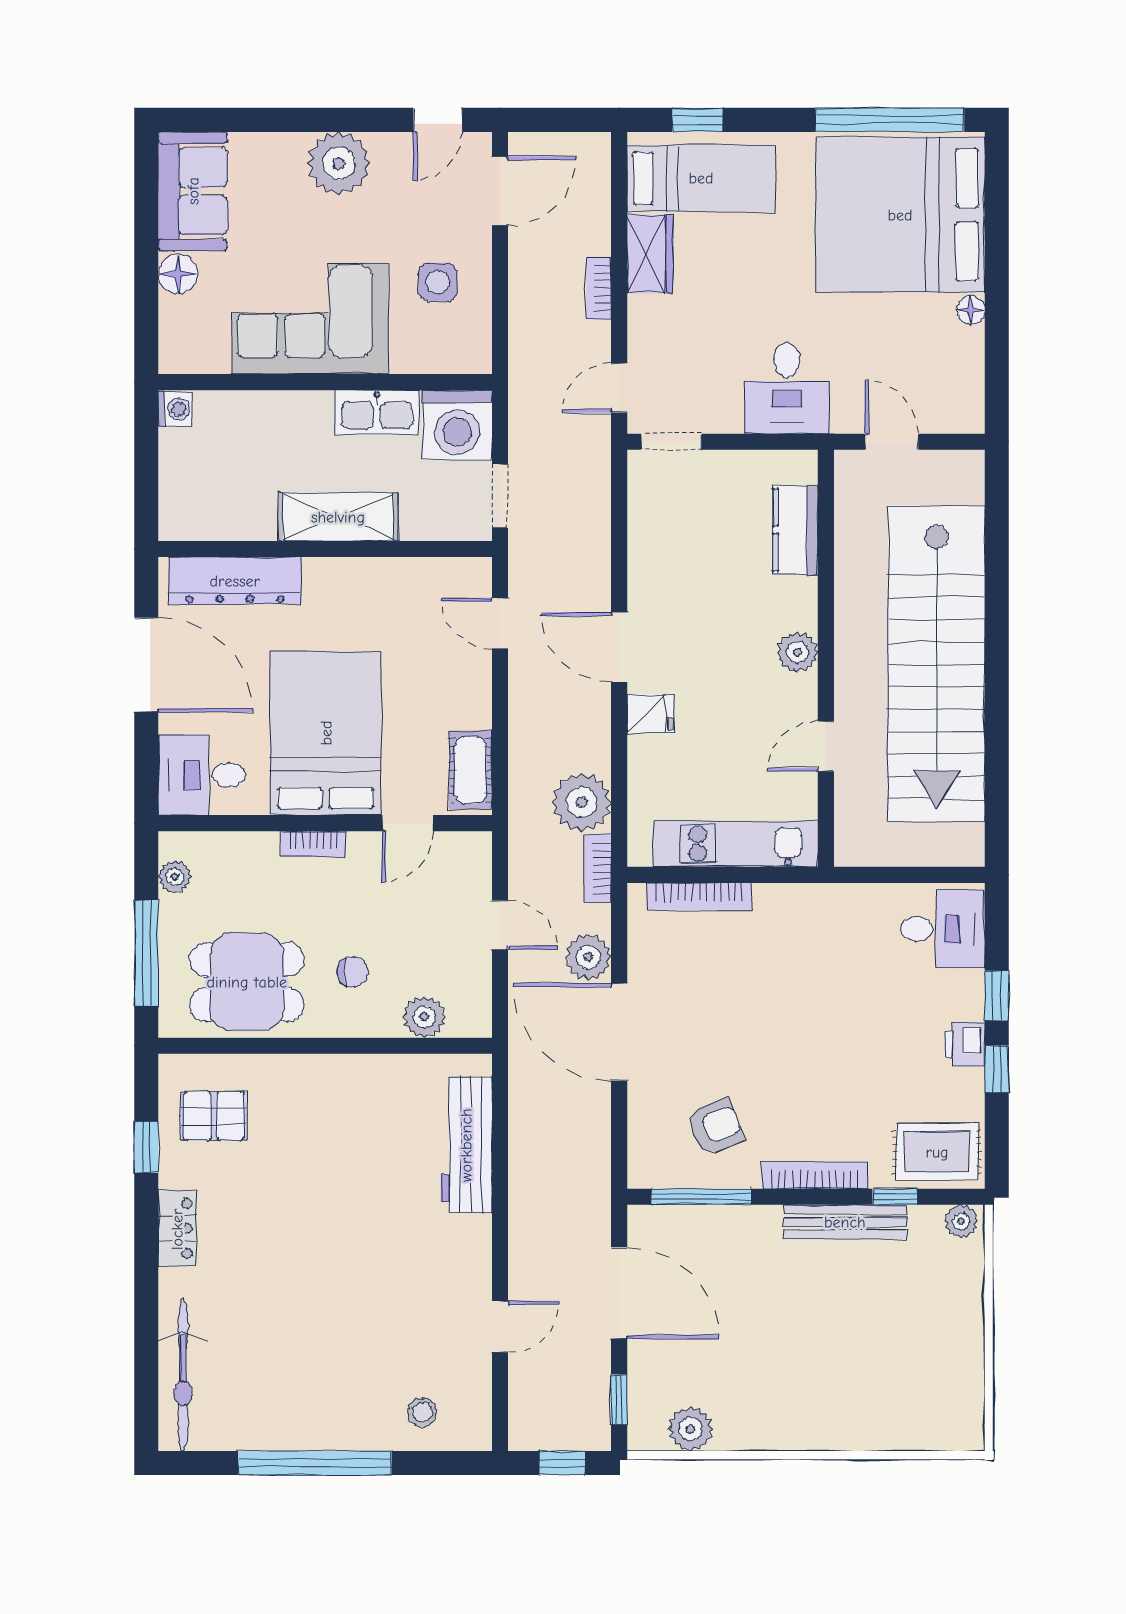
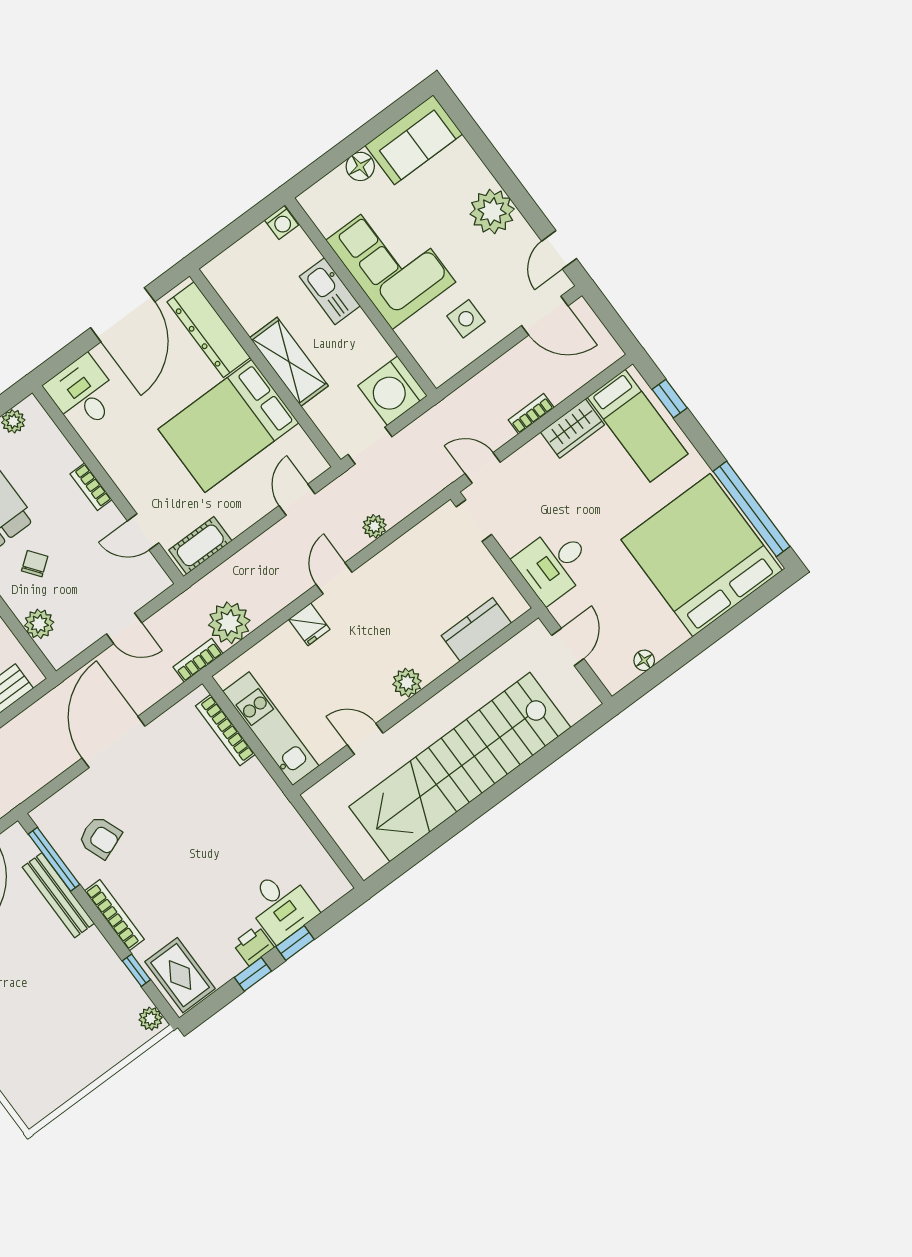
door: (438, 120) -> (559, 250), hinge flipped
floor lamp: (970, 310) -> (644, 660), moved
kitchen sink: (377, 412) -> (330, 291), moved
door: (619, 647) -> (334, 578), width x0.73
bed: (326, 733) -> (228, 426), moved, turned 180
door: (500, 925) -> (124, 628), hinge flipped
desk: (943, 929) -> (281, 905), moved
plant: (588, 957) -> (375, 526), moved, width x0.73, depth x0.73
chair: (353, 972) -> (35, 564), turned -127
bench: (845, 1222) -> (58, 895), moved

